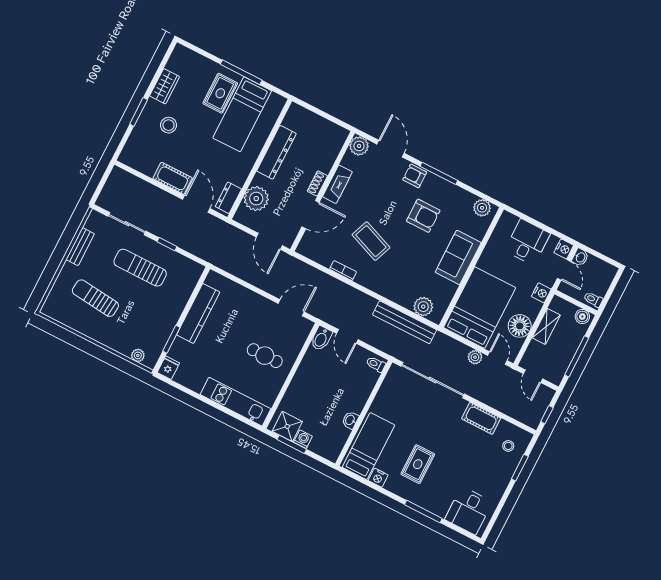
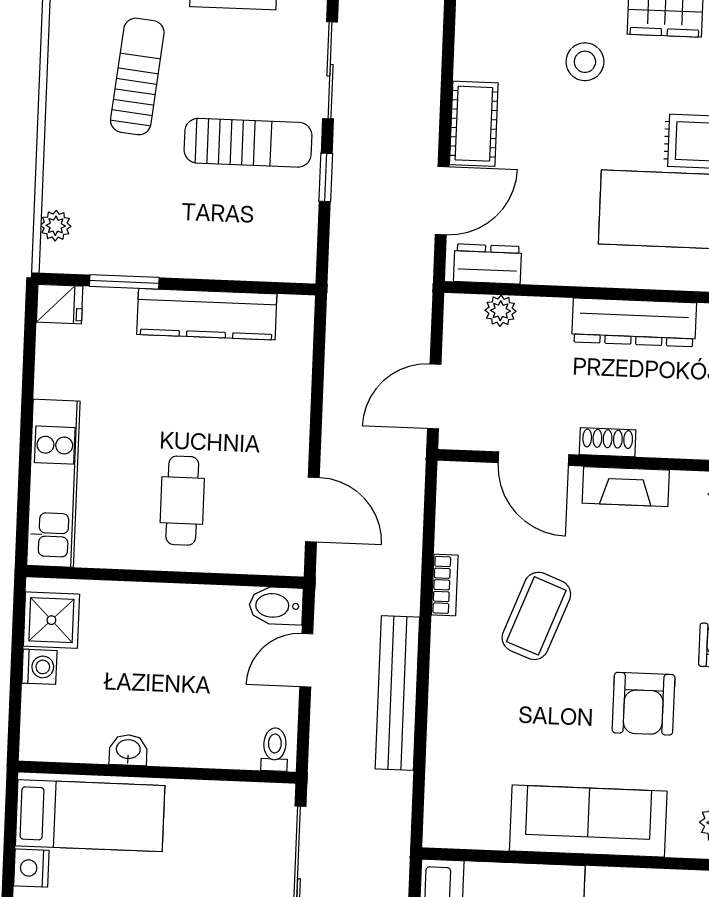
plant: (256, 199) -> (501, 311), width x0.53, depth x0.53
sofa: (458, 257) -> (588, 821), width x1.36
sun lounger: (140, 268) -> (248, 143), turned 90
plant: (423, 307) -> (447, 795), removed
bench: (405, 322) -> (397, 693), moved
window: (292, 444) -> (17, 648), removed

